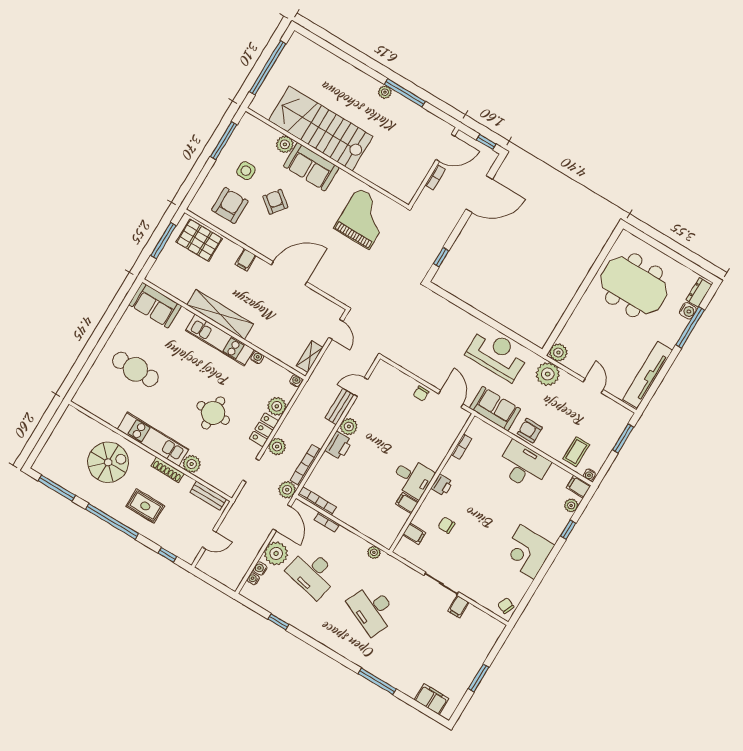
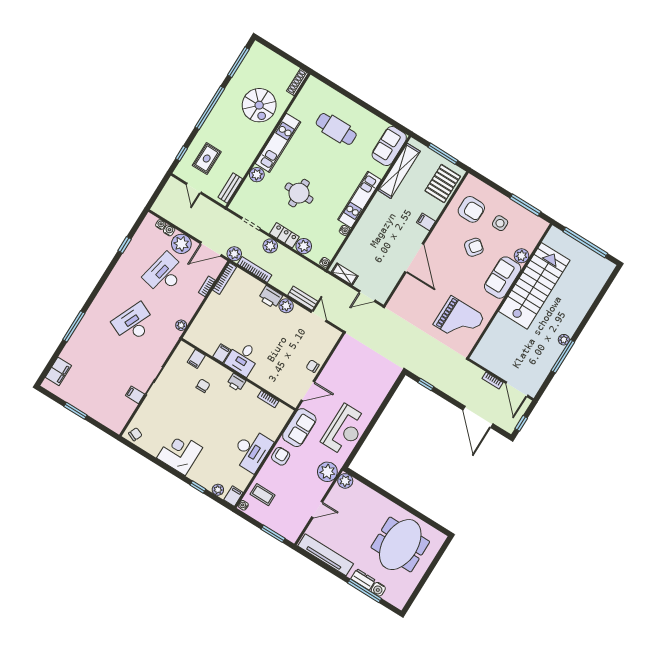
dresser: (699, 292) -> (363, 580), moved
shelving: (220, 314) -> (399, 171), moved
cafe table: (135, 369) -> (336, 129), turned 90
shoe rack: (168, 470) -> (297, 82), moved
rug: (145, 506) -> (207, 159), moved

